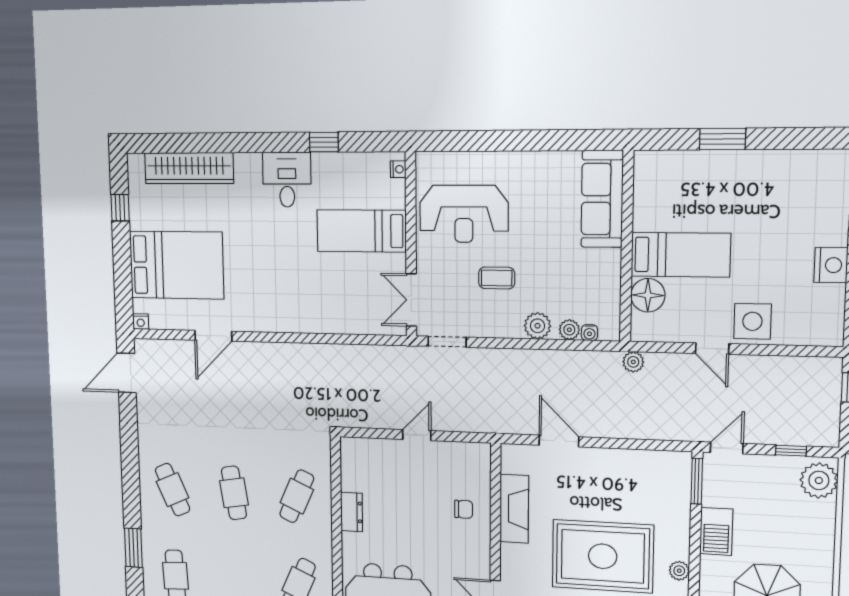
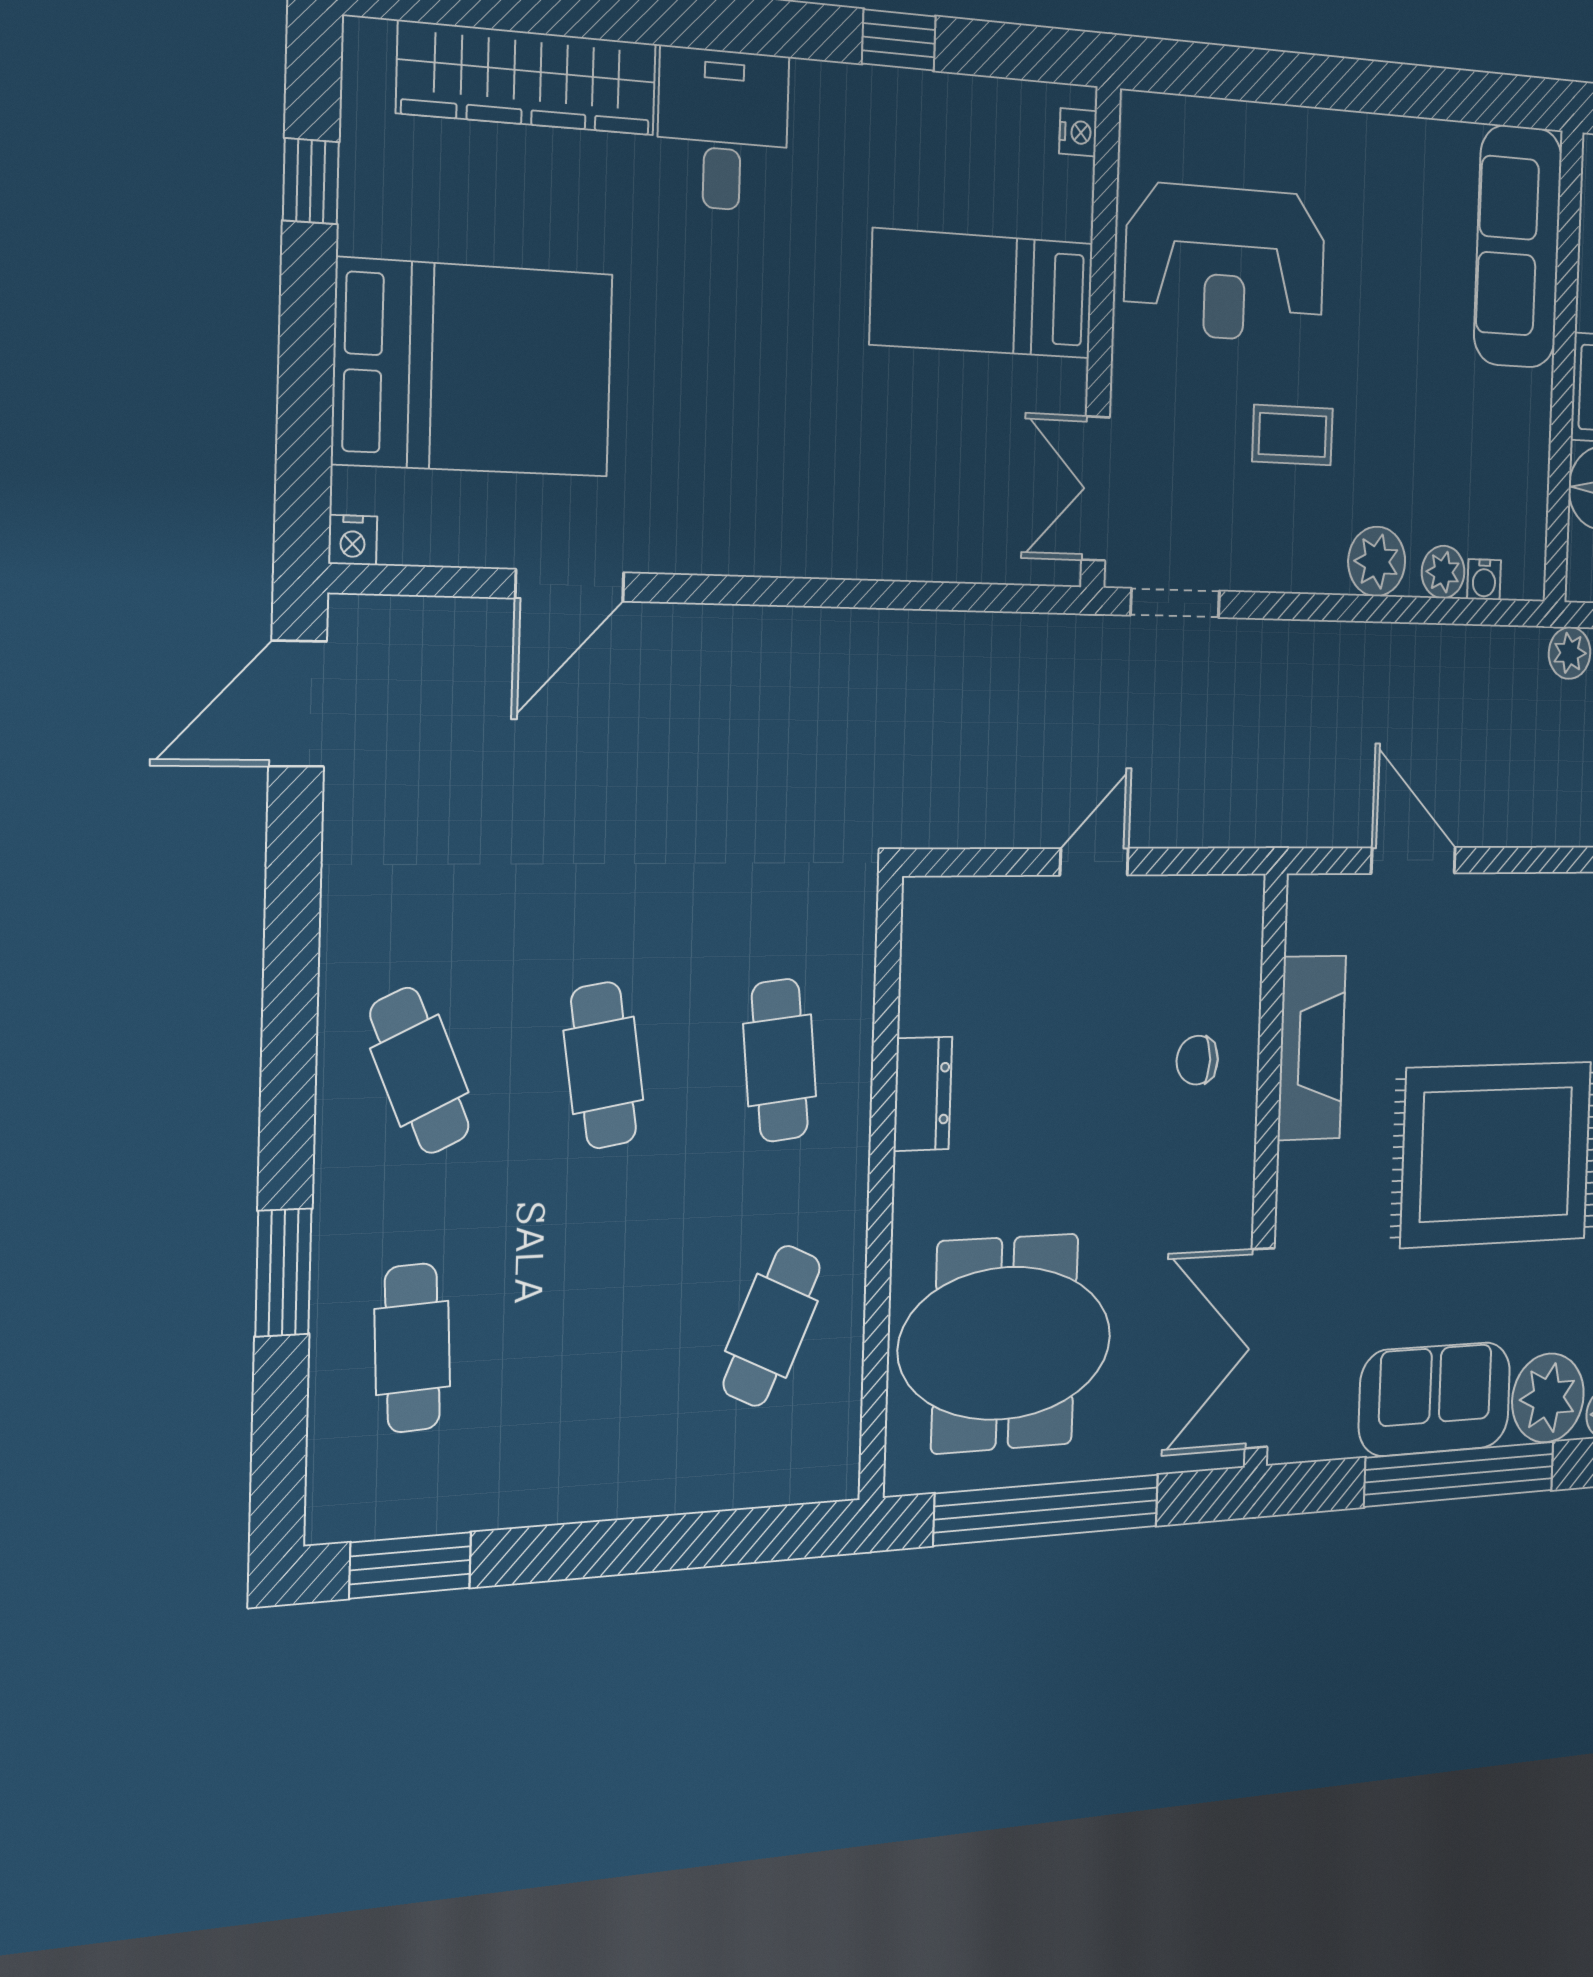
desk: (287, 180) -> (723, 130), moved
cafe table: (297, 496) -> (780, 1060), turned -30
chair: (464, 509) -> (1197, 1060), turned 180

